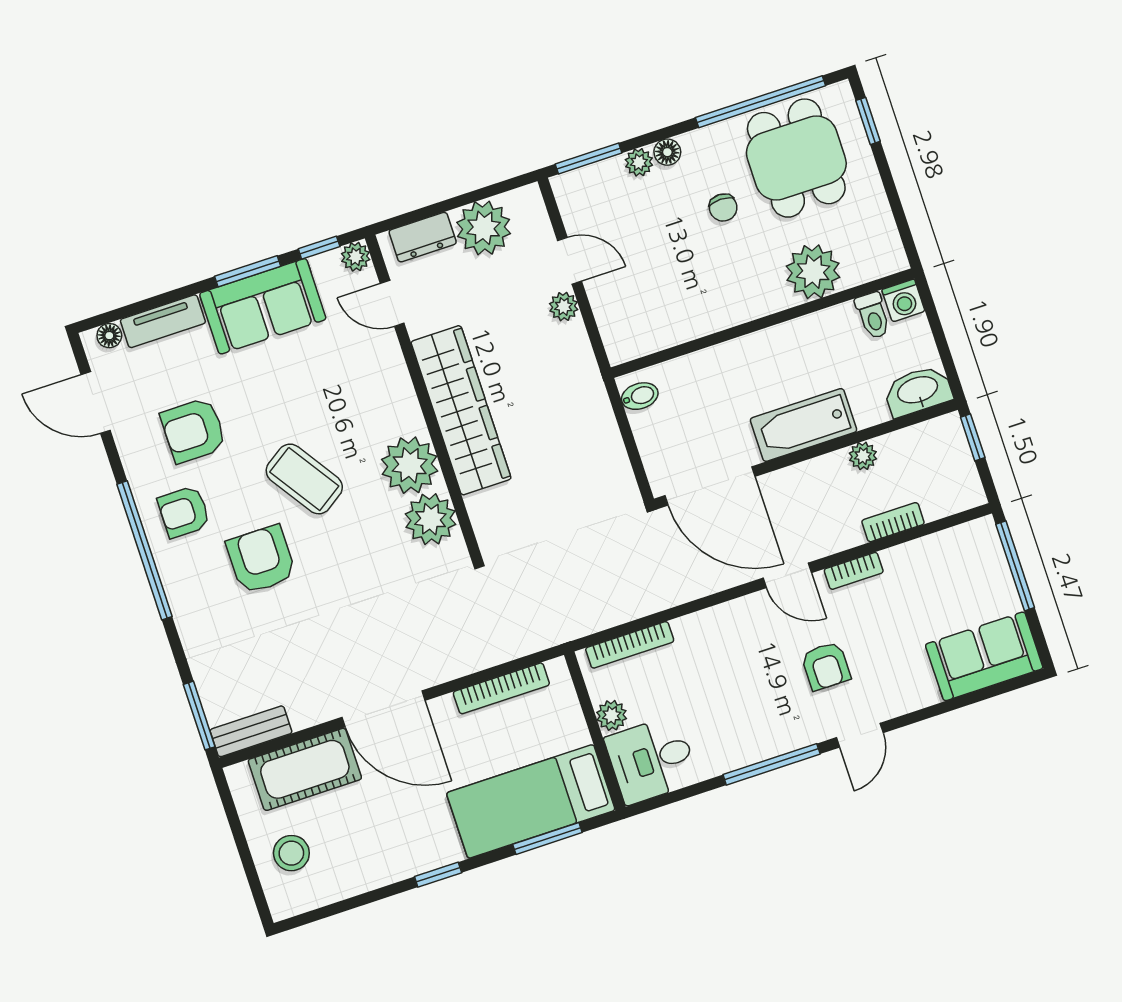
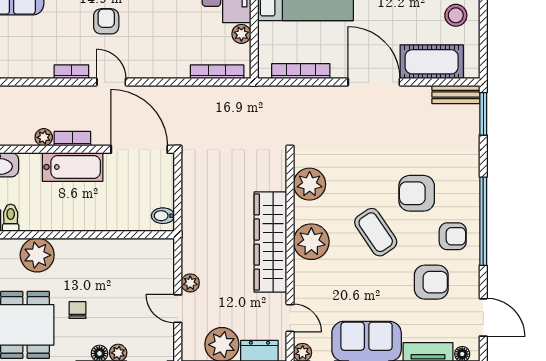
plant: (410, 465) -> (311, 242), moved
bookcase: (893, 522) -> (72, 139), moved, turned 180
armchair: (261, 559) -> (417, 193), turned 90

